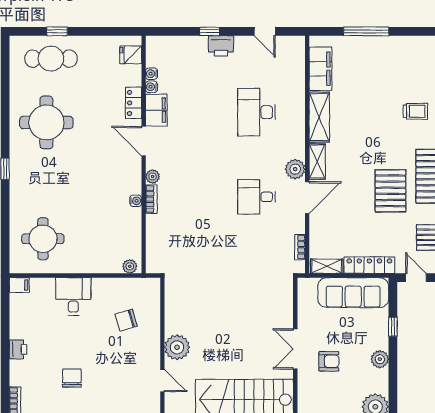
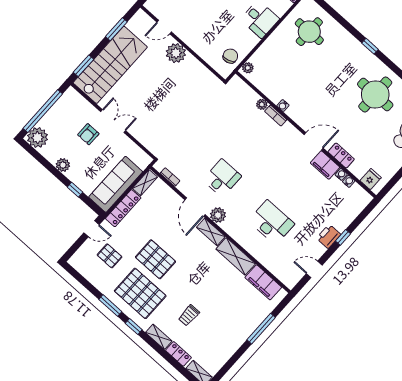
plant: (153, 177) -> (262, 104), moved
chair: (126, 320) -> (230, 56), moved

